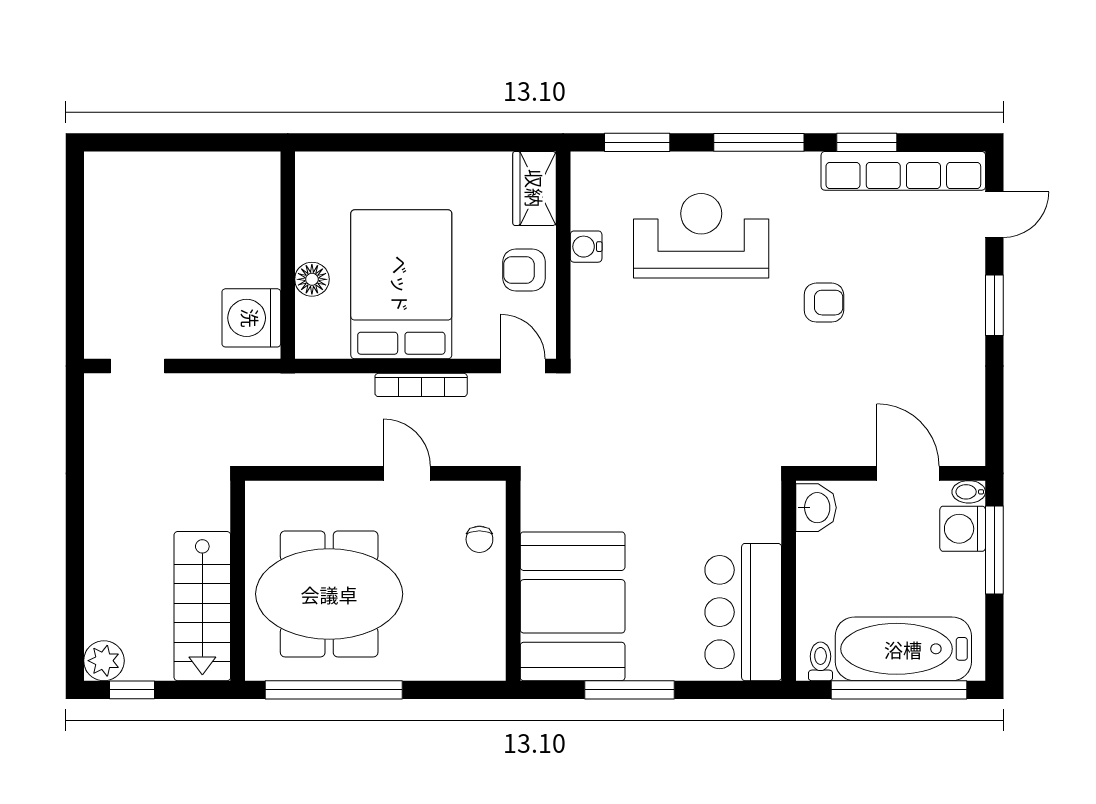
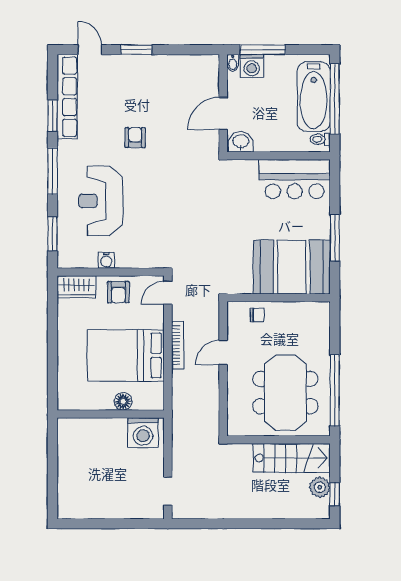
door: (908, 473) -> (223, 113), moved
plant: (104, 661) -> (320, 487), moved

